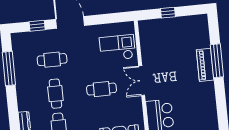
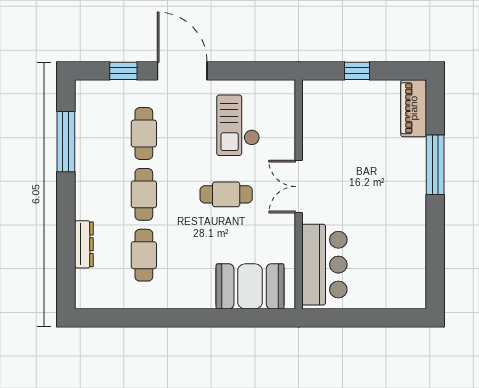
checkout: (117, 48) -> (238, 125), moved, turned -90
cafe table: (52, 60) -> (144, 134), turned 90
piano: (205, 65) -> (414, 108), moved

